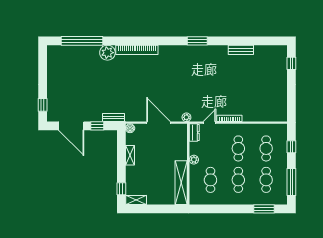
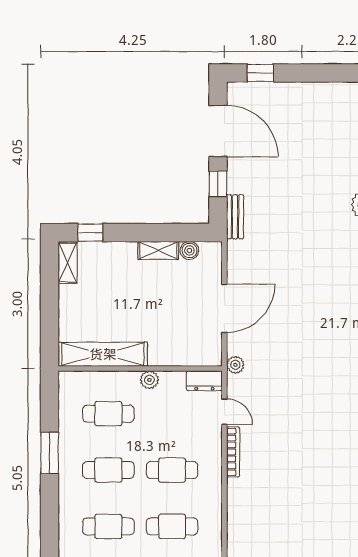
door: (71, 126) -> (218, 131), swing flipped
boiler: (130, 128) -> (189, 250), moved
window: (264, 209) -> (50, 453), moved

